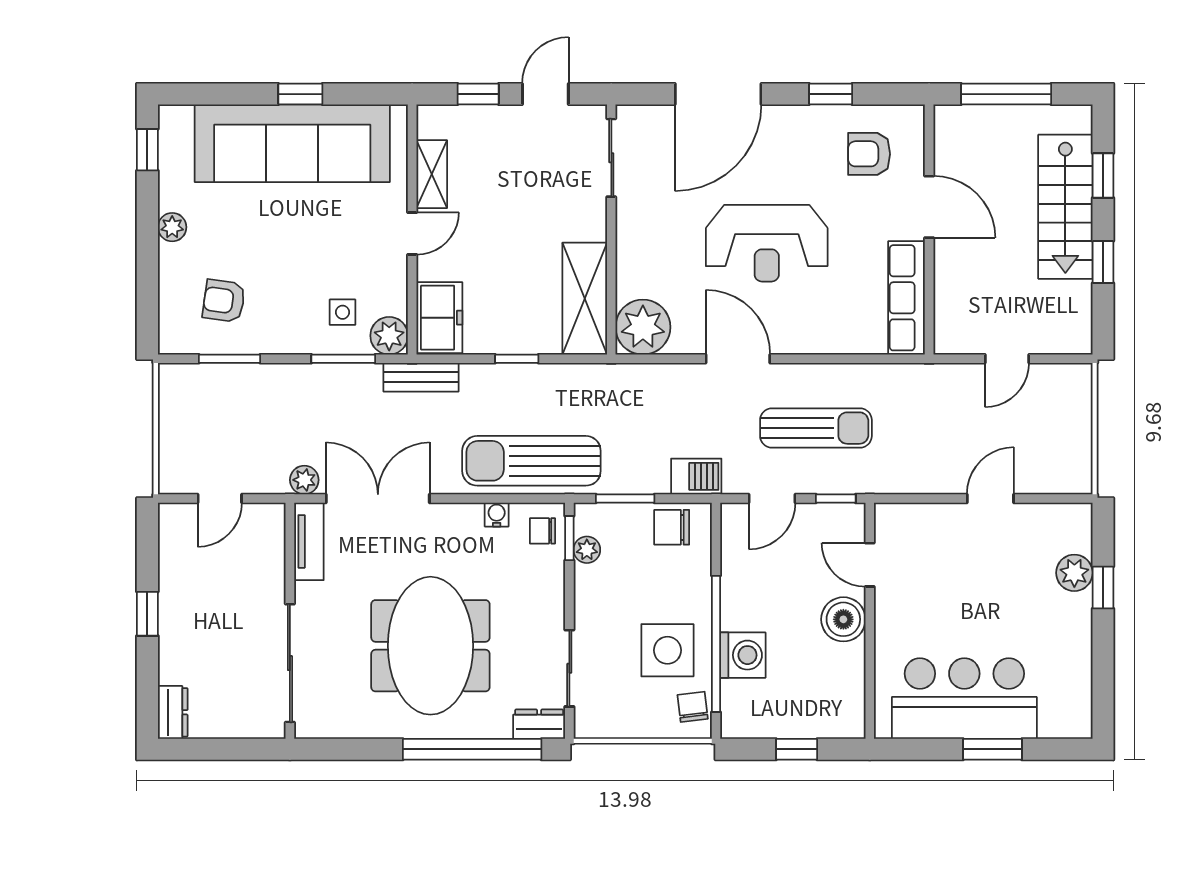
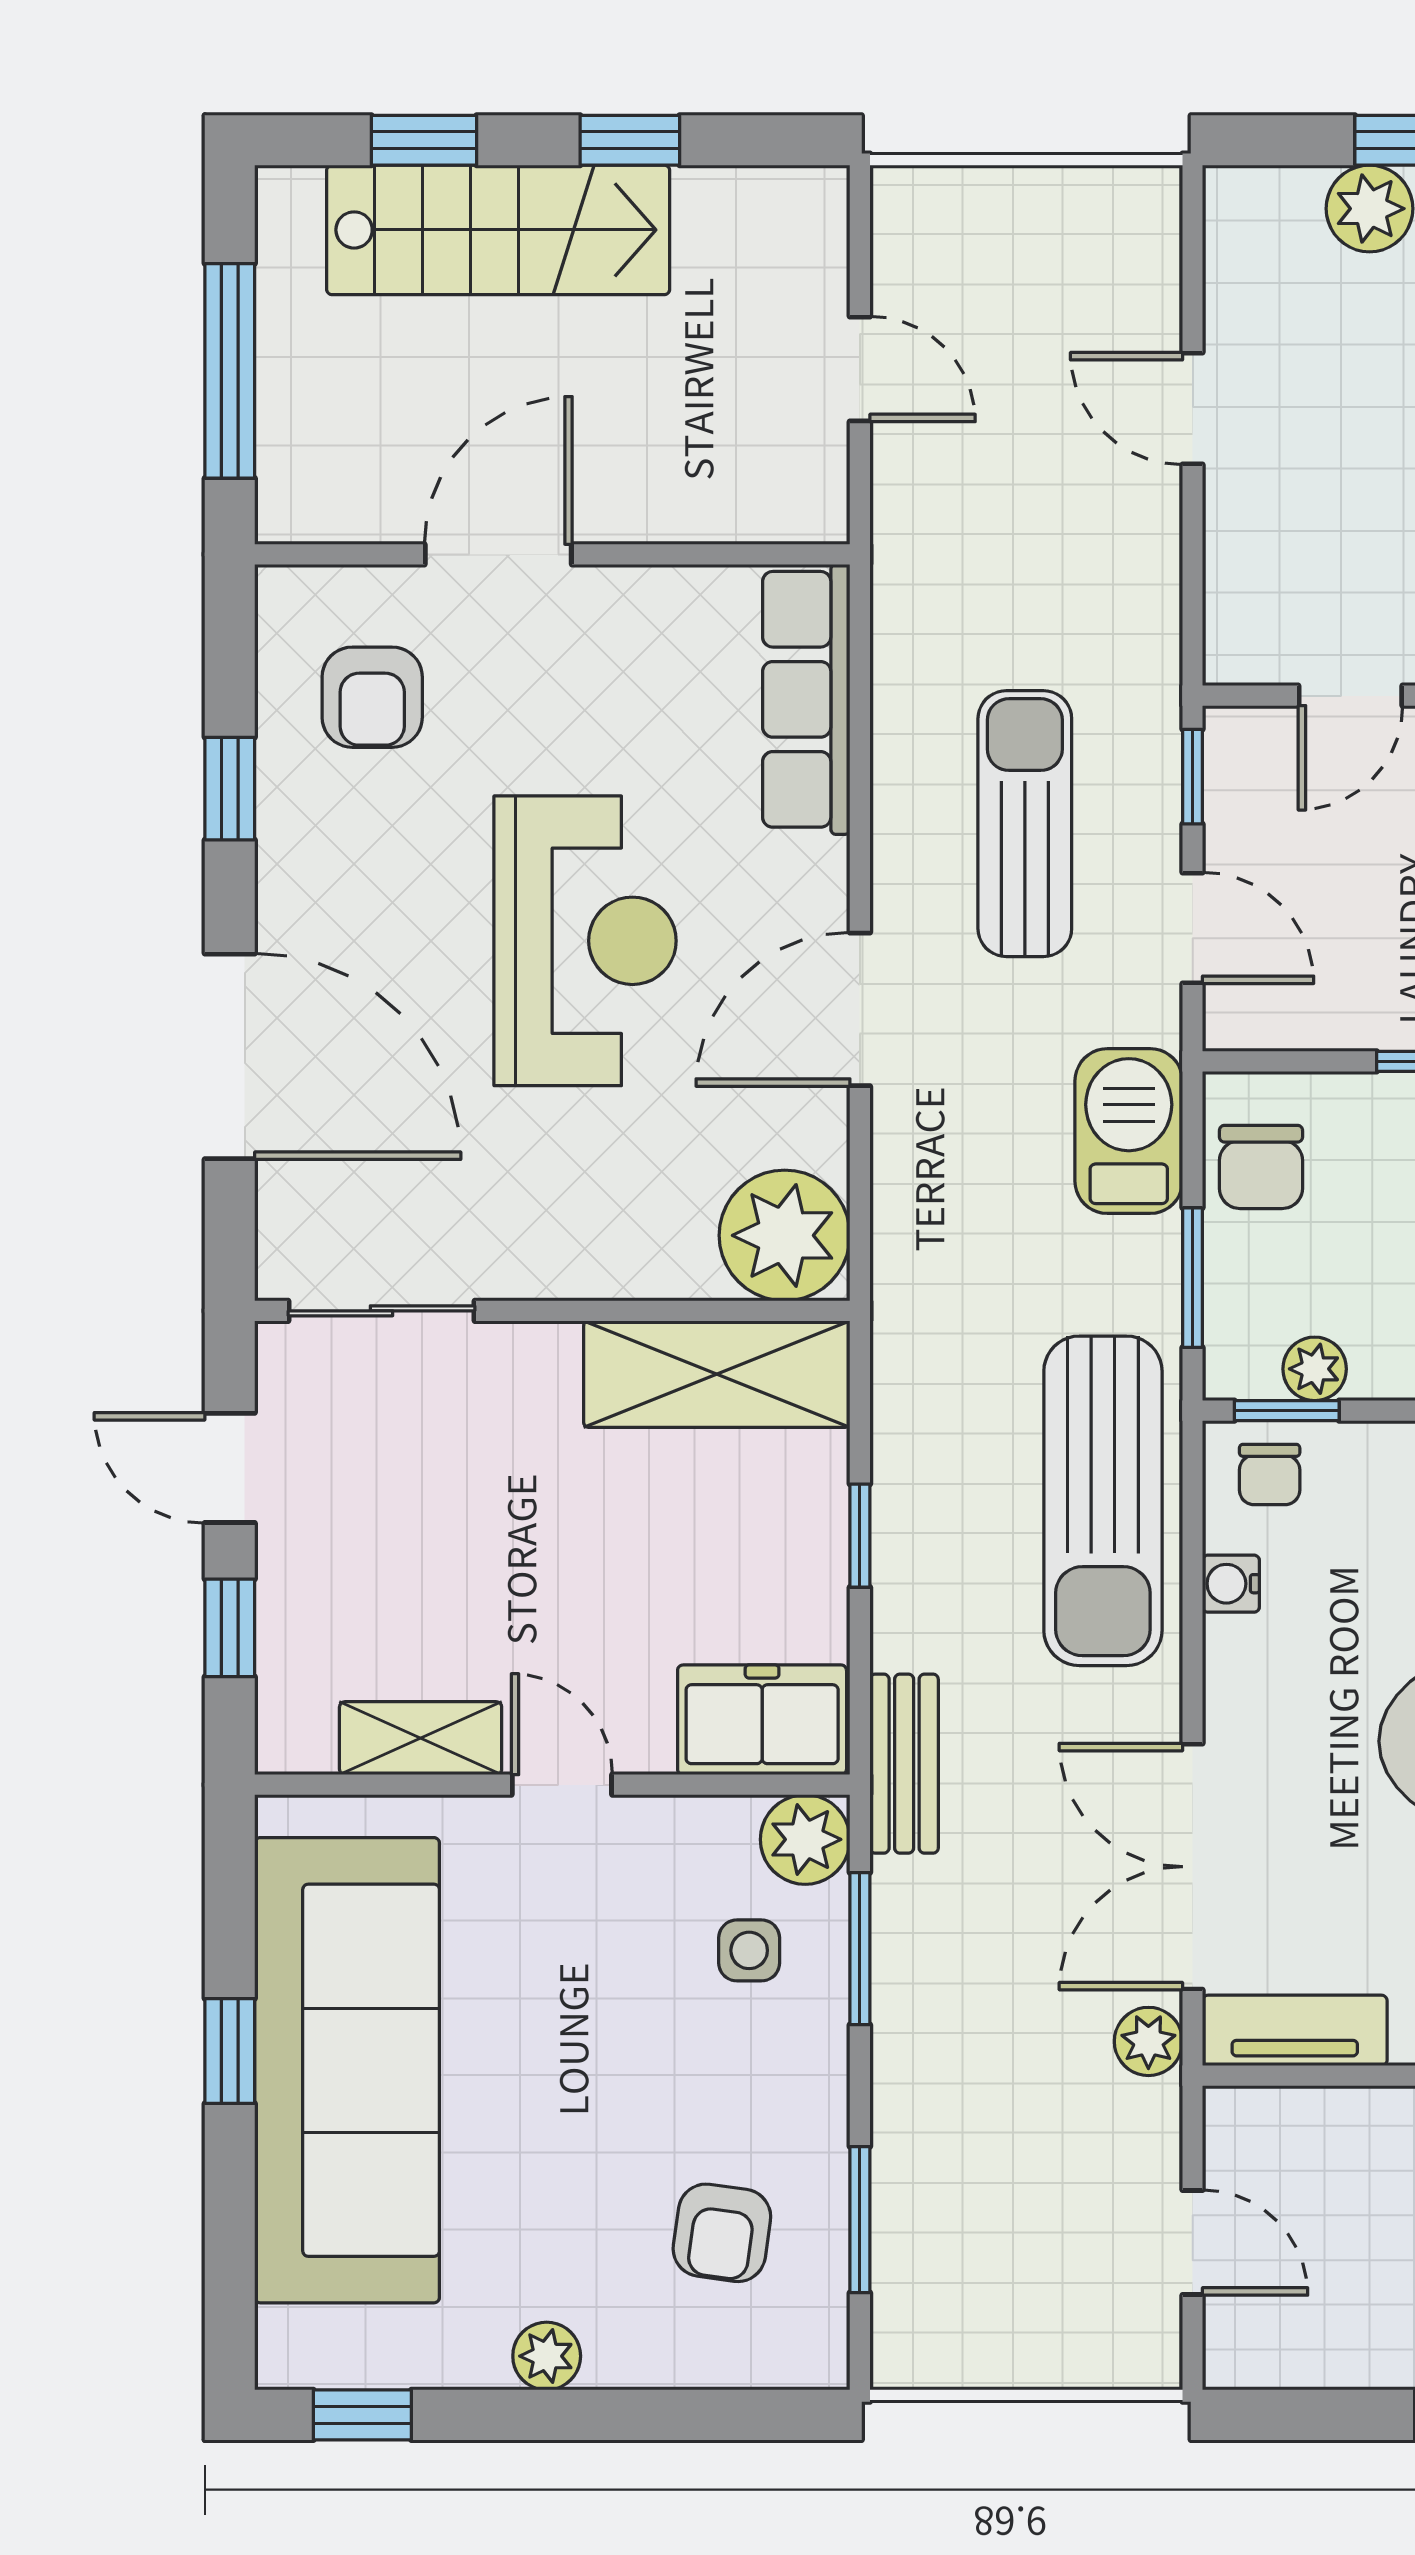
row of seats: (907, 298) -> (806, 699), moved, turned 90
barbecue: (696, 476) -> (1129, 1131), width x1.38, depth x1.27

